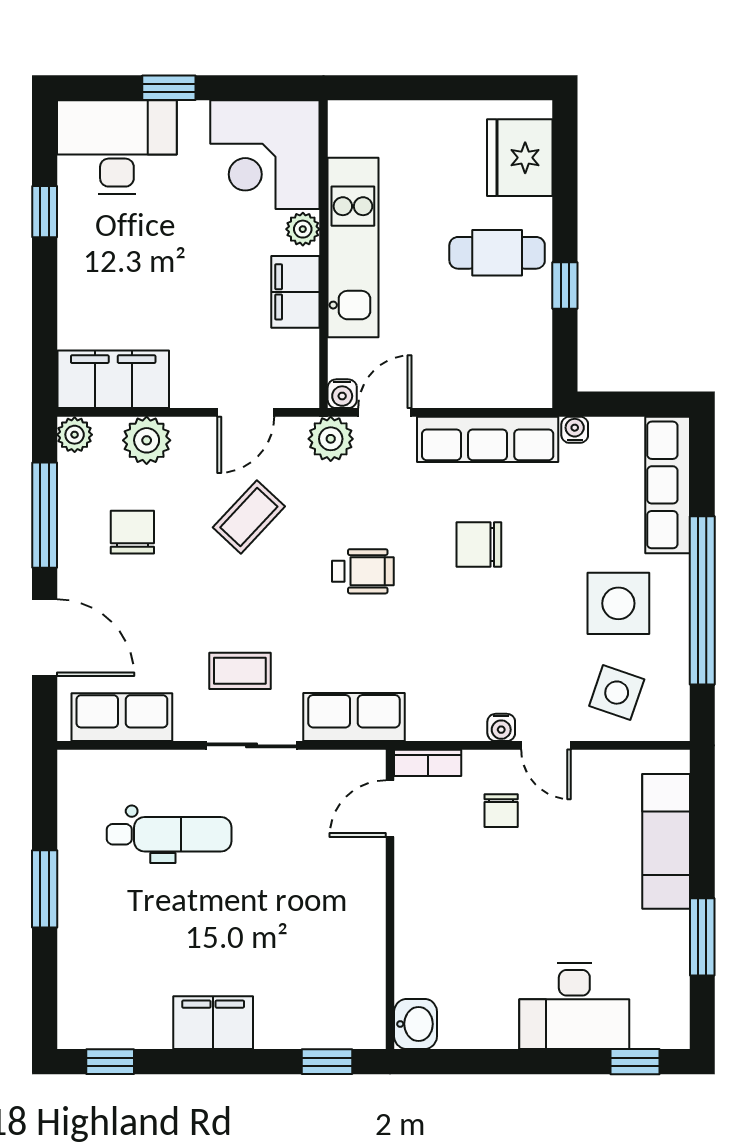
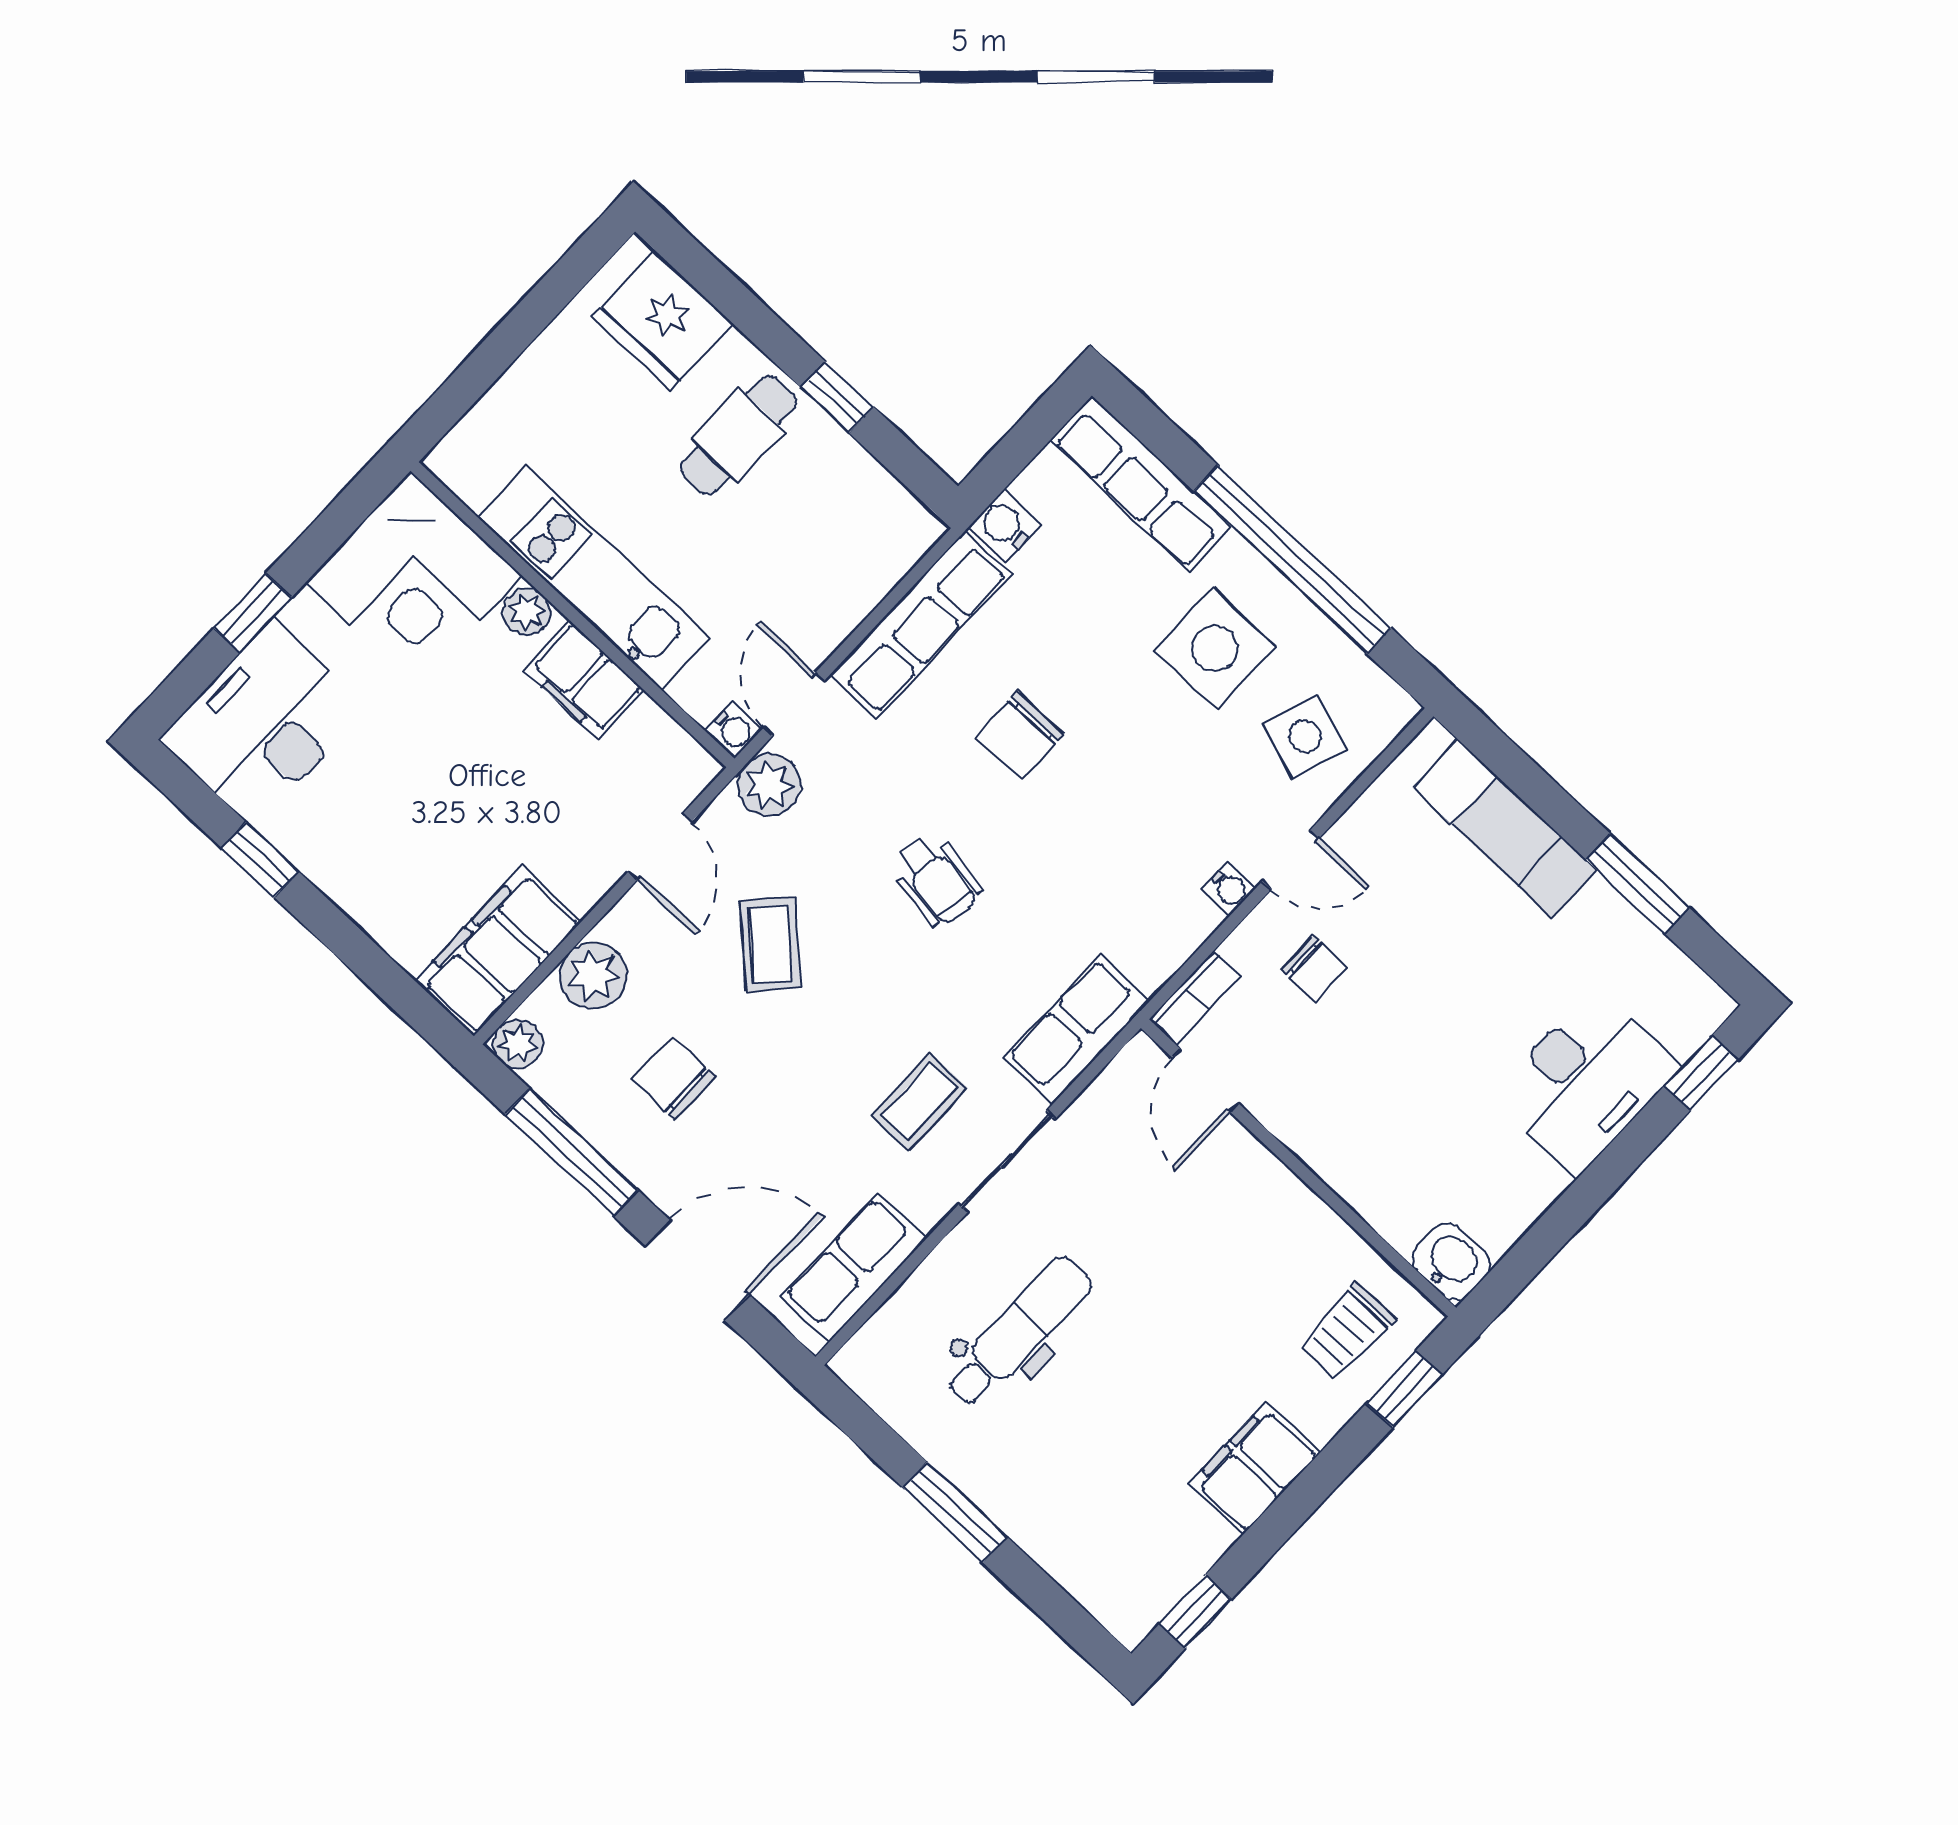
water cooler: (575, 430) -> (1005, 526), width x1.38, depth x1.38
wheelchair: (363, 571) -> (936, 880), turned 99
trolley: (329, 1004) -> (1347, 1331), added

